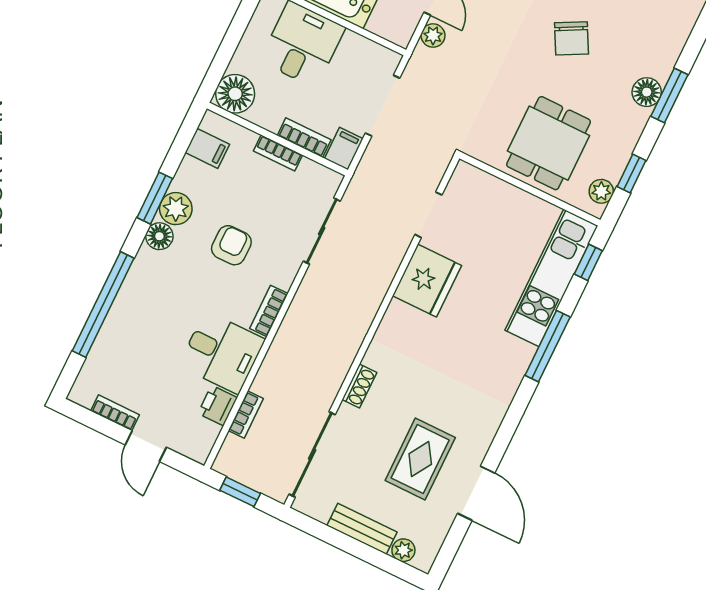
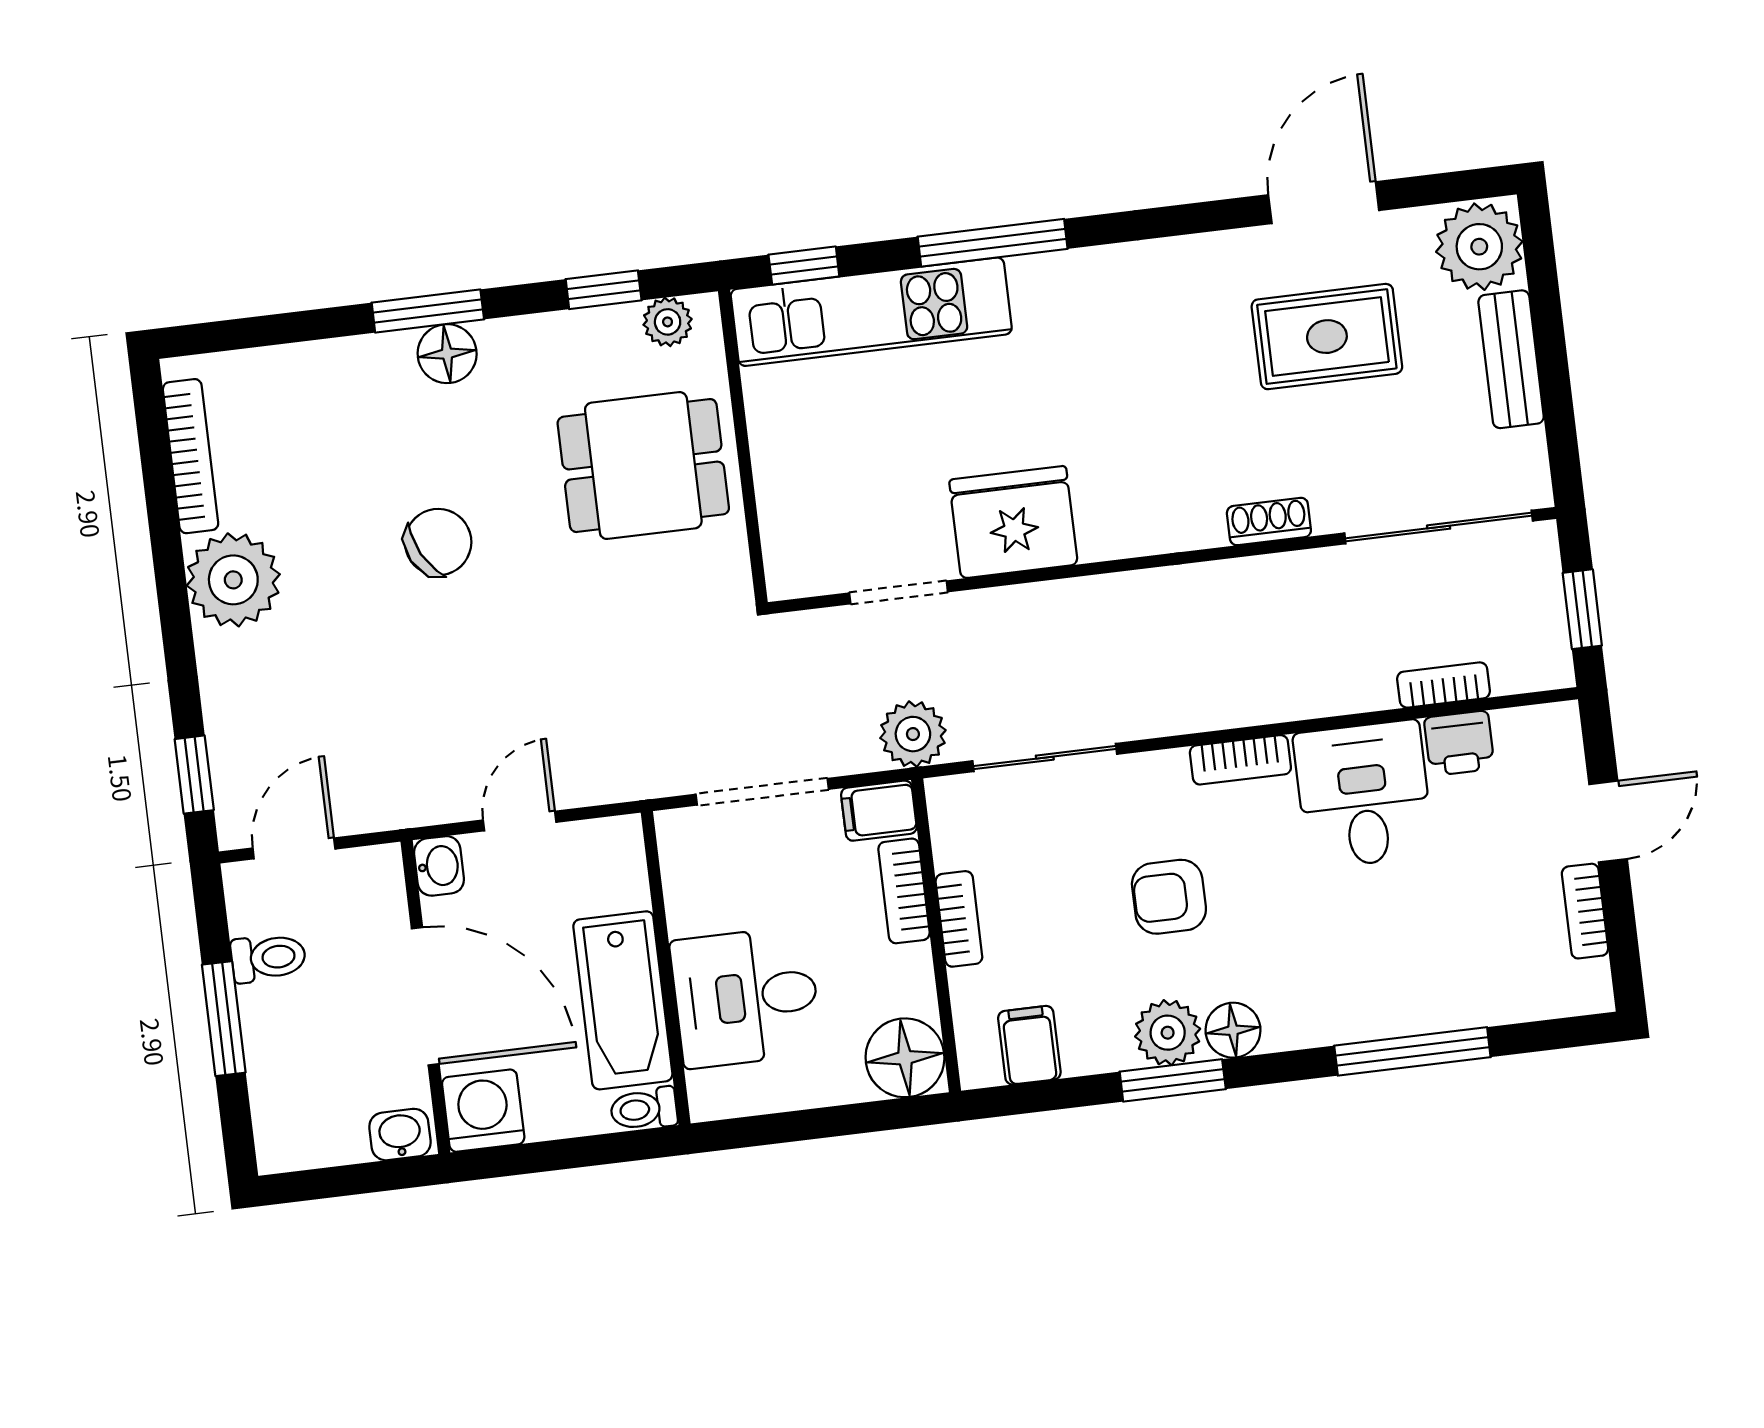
plant: (433, 36) -> (913, 734), moved, width x1.38, depth x1.38
window: (103, 304) -> (1412, 1051), width x0.68
plant: (403, 550) -> (1479, 247), width x1.88, depth x1.88

